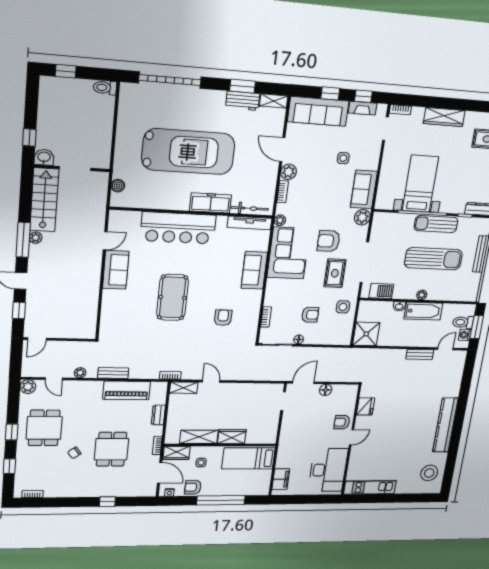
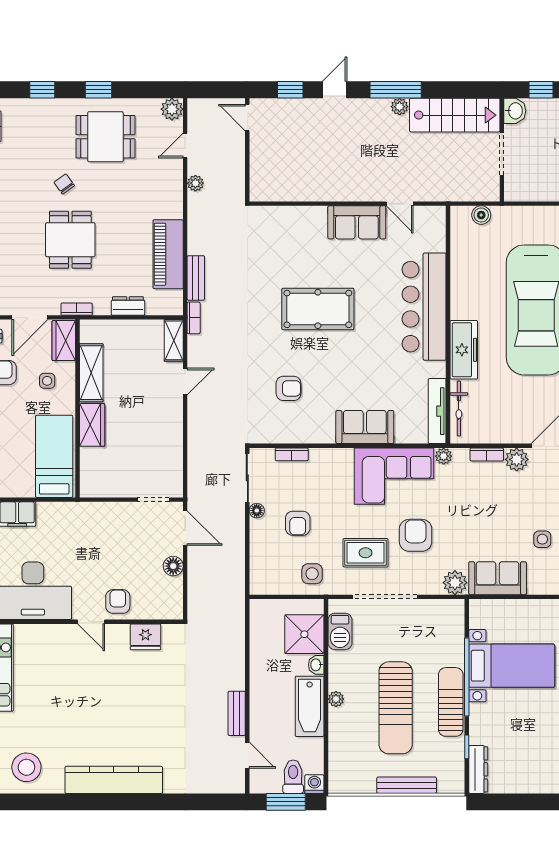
shower: (366, 334) -> (304, 634), moved
washing machine: (465, 335) -> (314, 784), moved
bench: (113, 373) -> (196, 278), moved
dining table: (112, 449) -> (70, 240), turned 90

